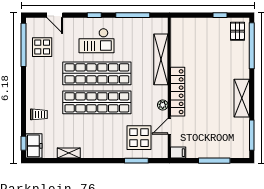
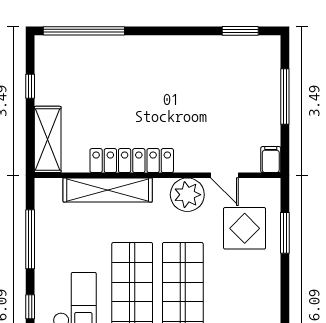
pallet: (237, 31) -> (58, 56), removed
locker: (178, 92) -> (132, 161), moved
shelving: (242, 98) -> (48, 139), moved, turned 90
plant: (163, 105) -> (187, 195), width x1.87, depth x1.87
window: (252, 135) -> (240, 31), width x0.69

